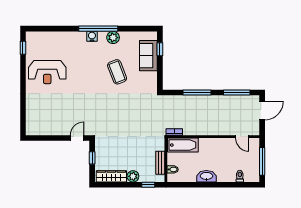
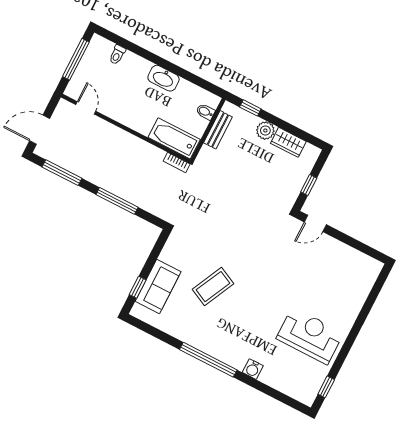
water cooler: (92, 36) -> (253, 369), moved
plant: (113, 38) -> (194, 337), removed
coffee table: (117, 72) -> (213, 287), turned 47
wardrobe: (111, 176) -> (288, 142), width x0.67

